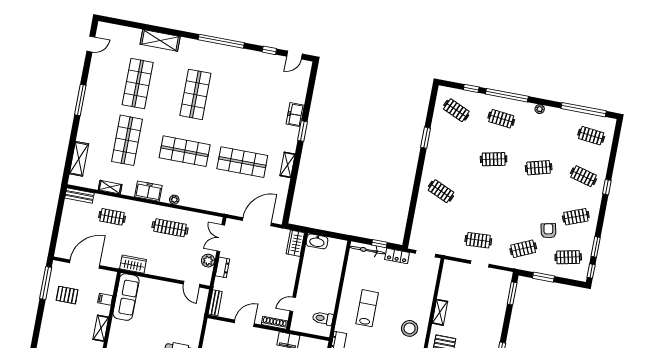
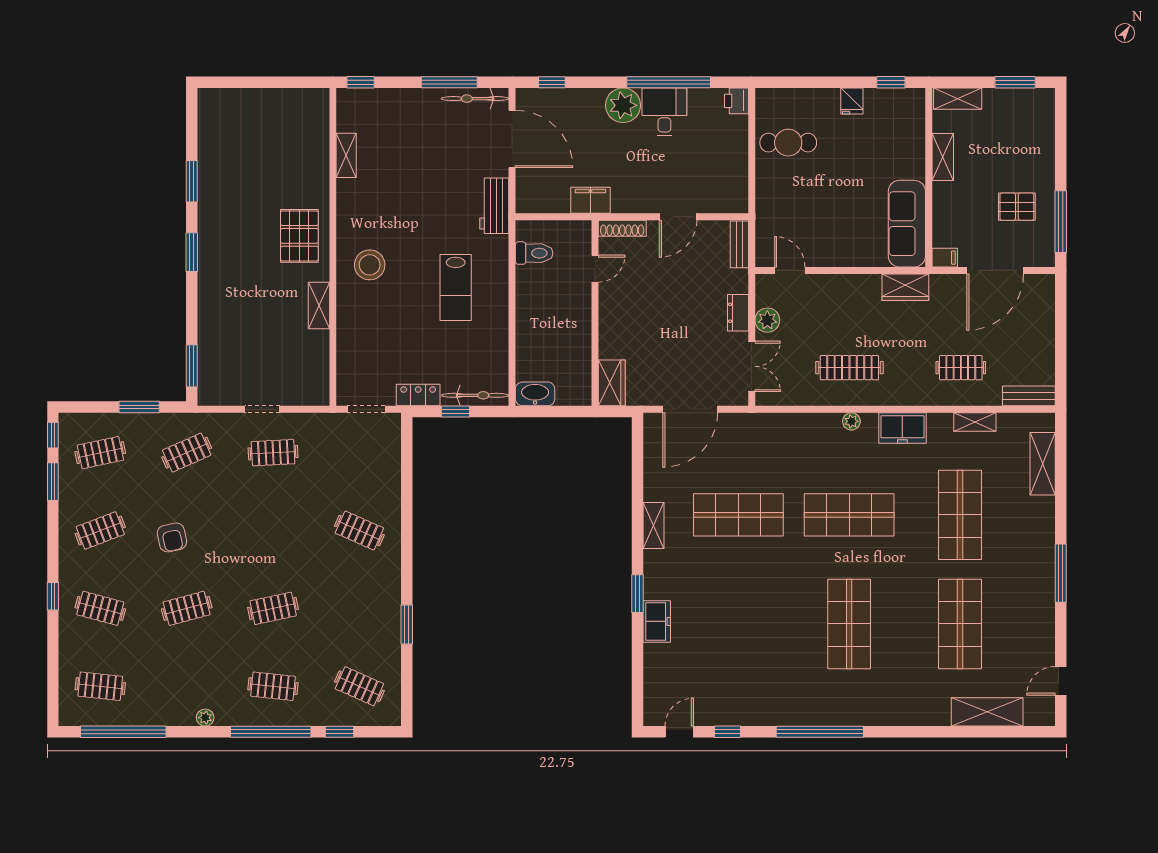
shelving: (160, 40) -> (987, 712), moved
armchair: (548, 231) -> (172, 537), moved
washbasin: (317, 241) -> (535, 394), moved
filing cabinet: (105, 299) -> (945, 258), moved

